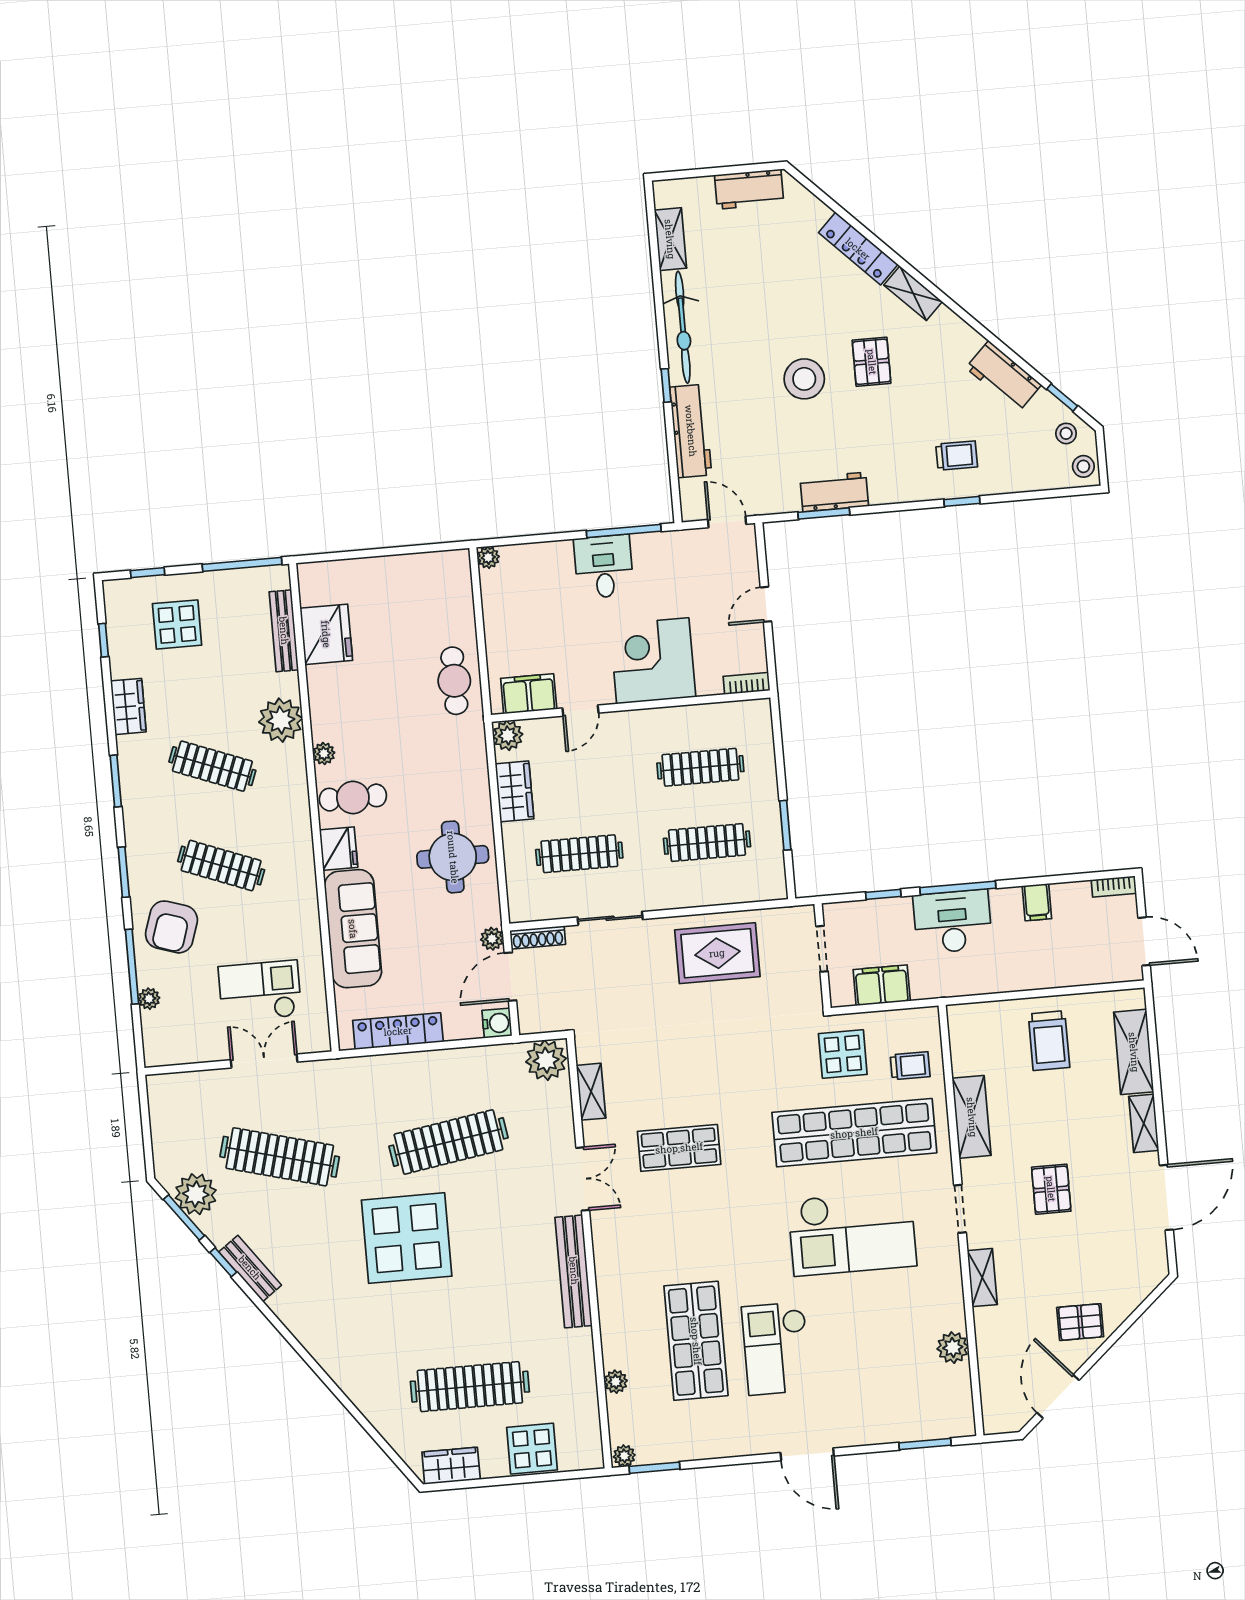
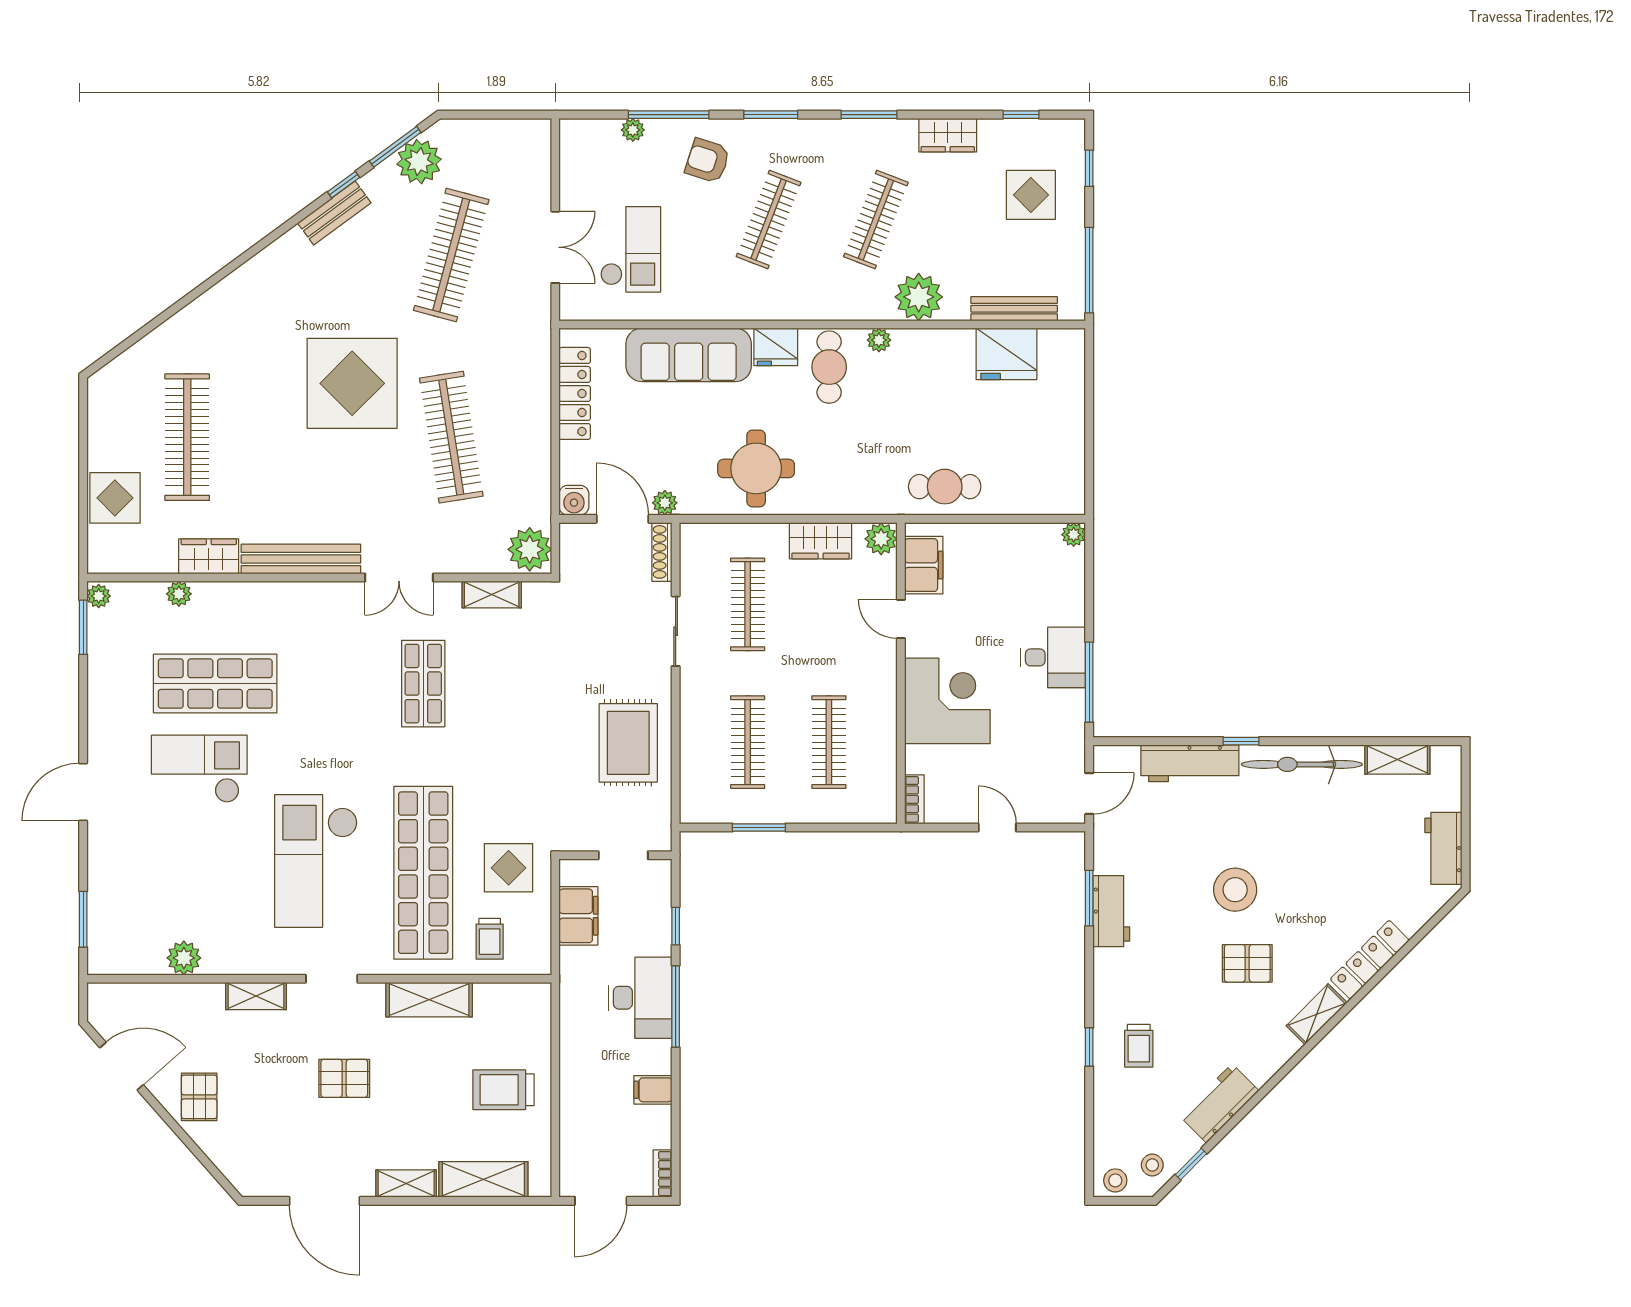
armchair: (171, 927) -> (707, 161), width x0.72, depth x0.72
wardrobe: (451, 1466) -> (209, 556), moved, turned -90

